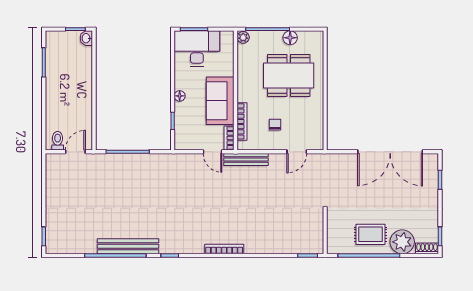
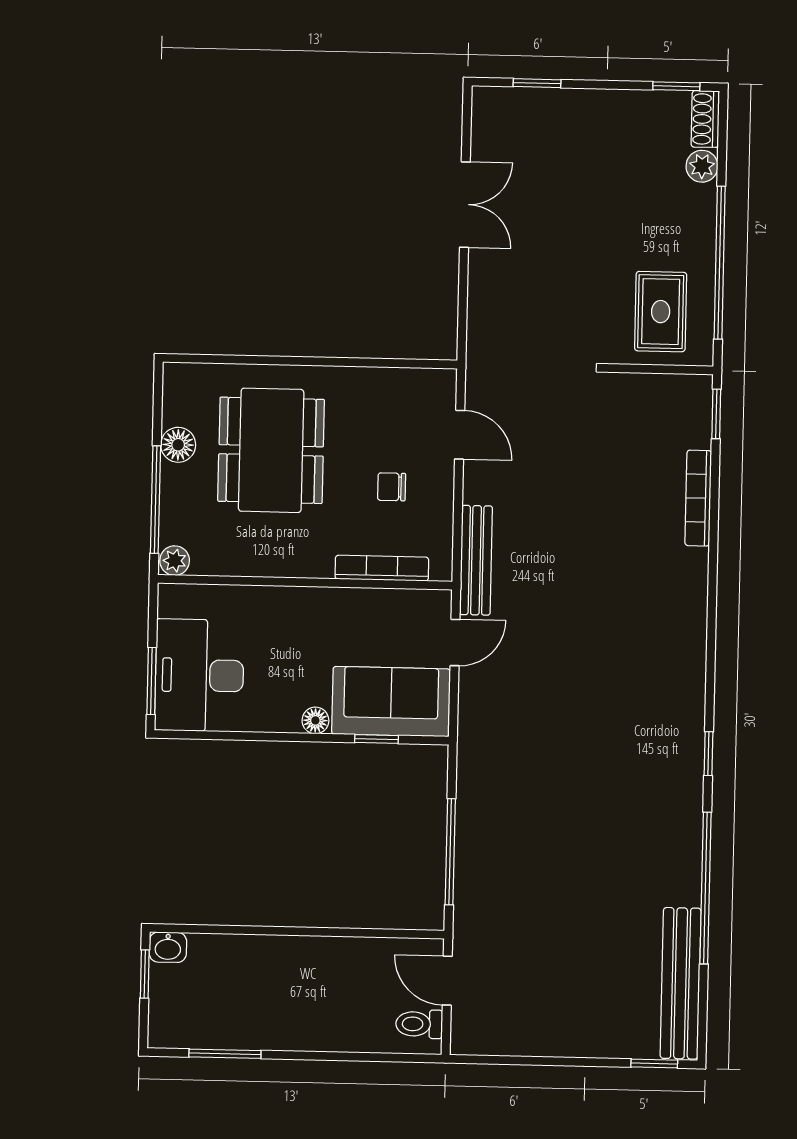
sofa: (220, 101) -> (391, 702), moved, turned 180
bookcase: (229, 138) -> (422, 601), removed
double door: (390, 152) -> (465, 205), width x0.54
rug: (371, 234) -> (661, 312), moved
plant: (402, 242) -> (702, 166), width x0.53, depth x0.53
bench: (128, 246) -> (681, 983), moved
bookcase: (224, 249) -> (698, 498), moved

